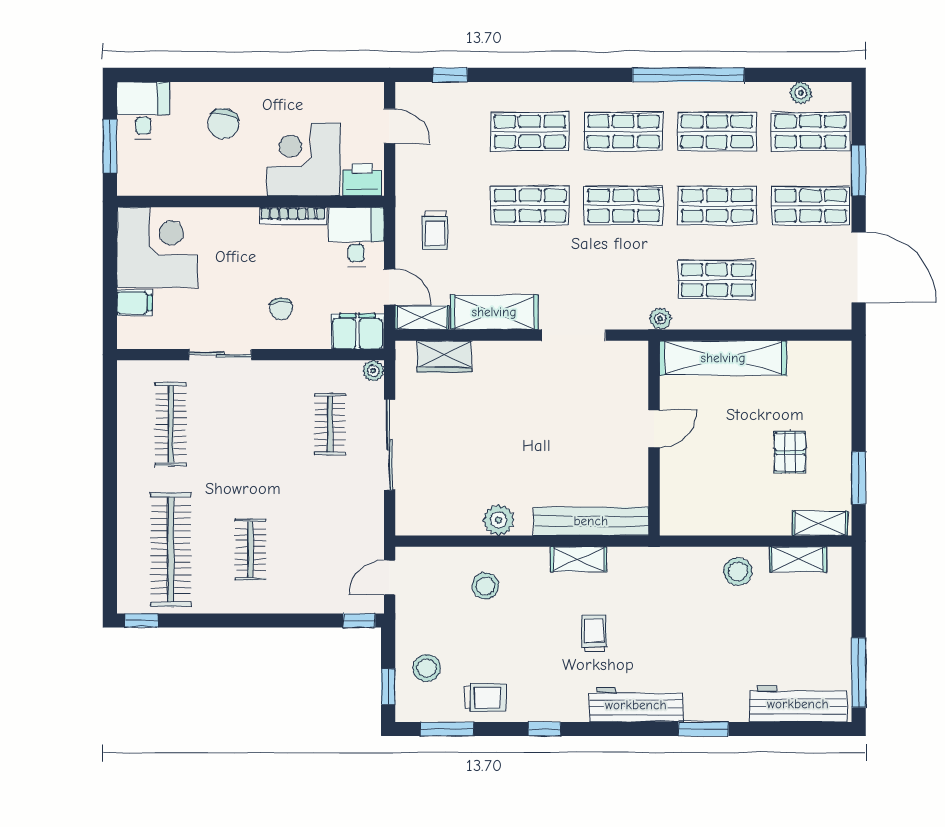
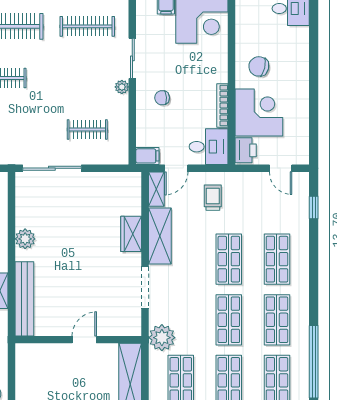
chair: (223, 124) -> (259, 66), moved
door: (390, 126) -> (281, 168), hinge flipped
trolley: (435, 230) -> (213, 198), turned 90
plant: (660, 319) -> (162, 338), width x1.87, depth x1.87
filing cabinet: (357, 331) -> (147, 156), width x0.50
wardrobe: (444, 356) -> (131, 234), moved
plant: (373, 371) -> (122, 87), moved
door: (654, 429) -> (84, 340), swing flipped
sliding door: (390, 445) -> (52, 168), moved

